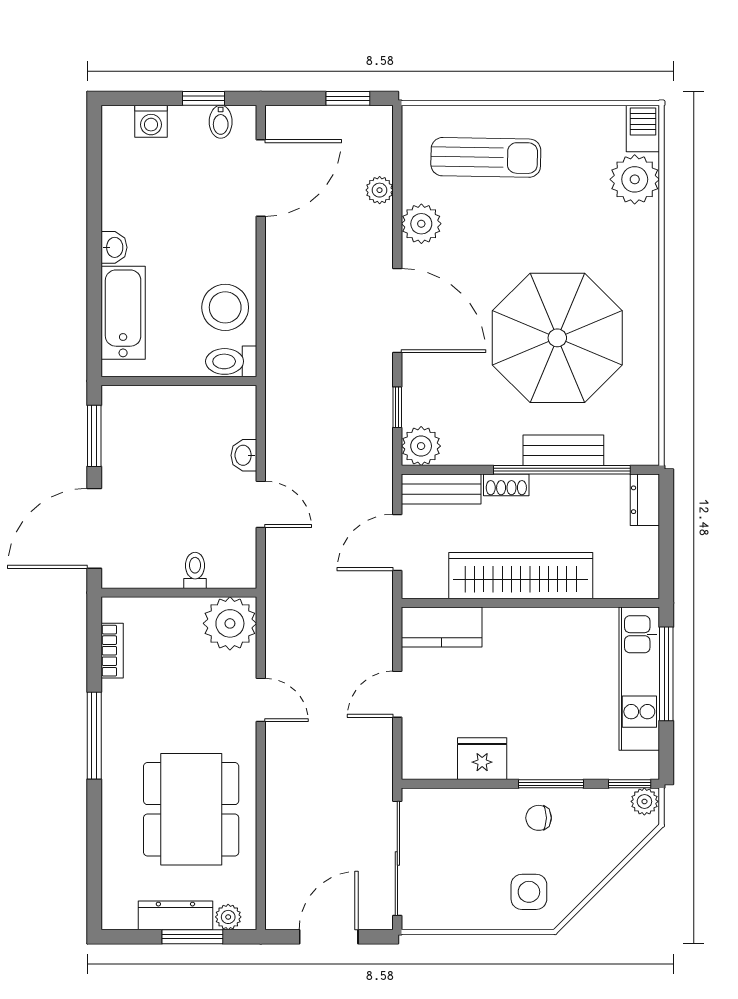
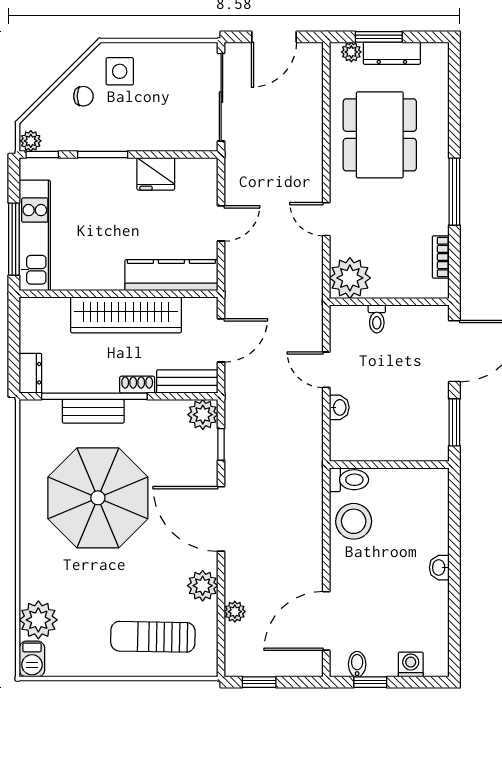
bathtub: (123, 313) -> (432, 517), removed
kitchen counter: (442, 627) -> (171, 275), width x1.50
chair: (539, 818) -> (83, 96), moved

